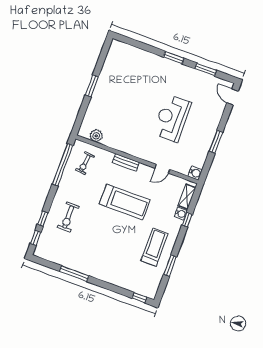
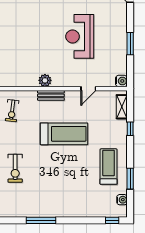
plant: (96, 136) -> (45, 80), moved
water cooler: (181, 214) -> (122, 200), moved

